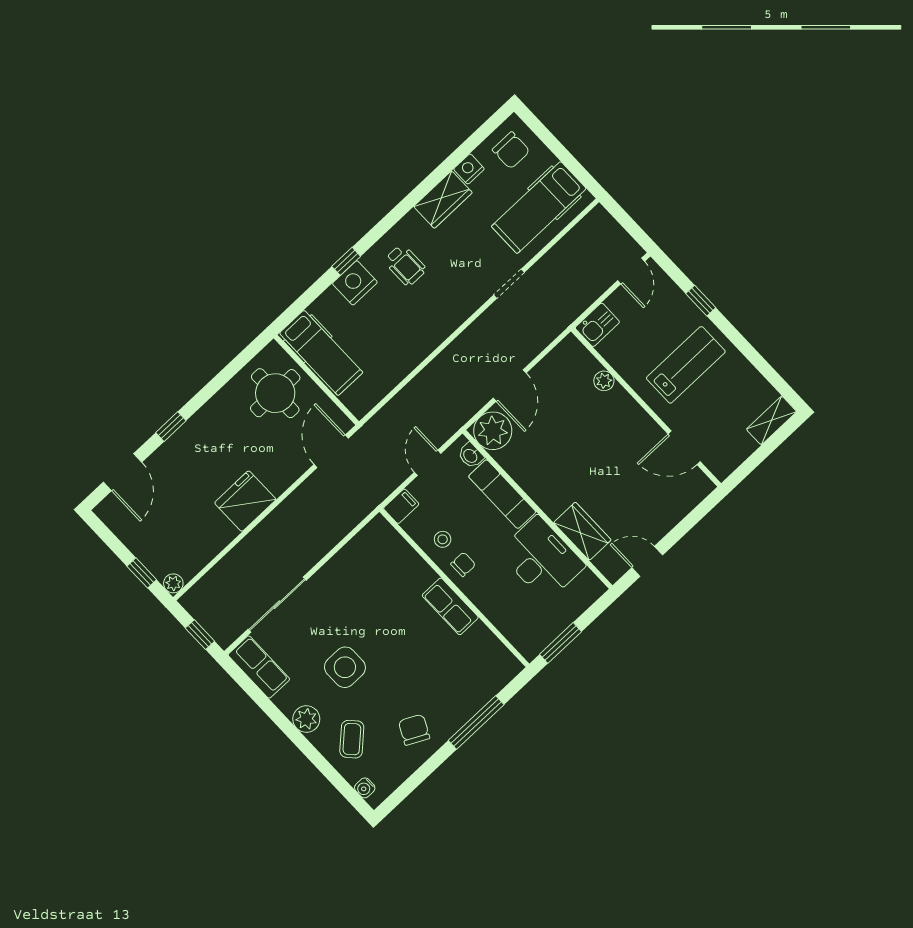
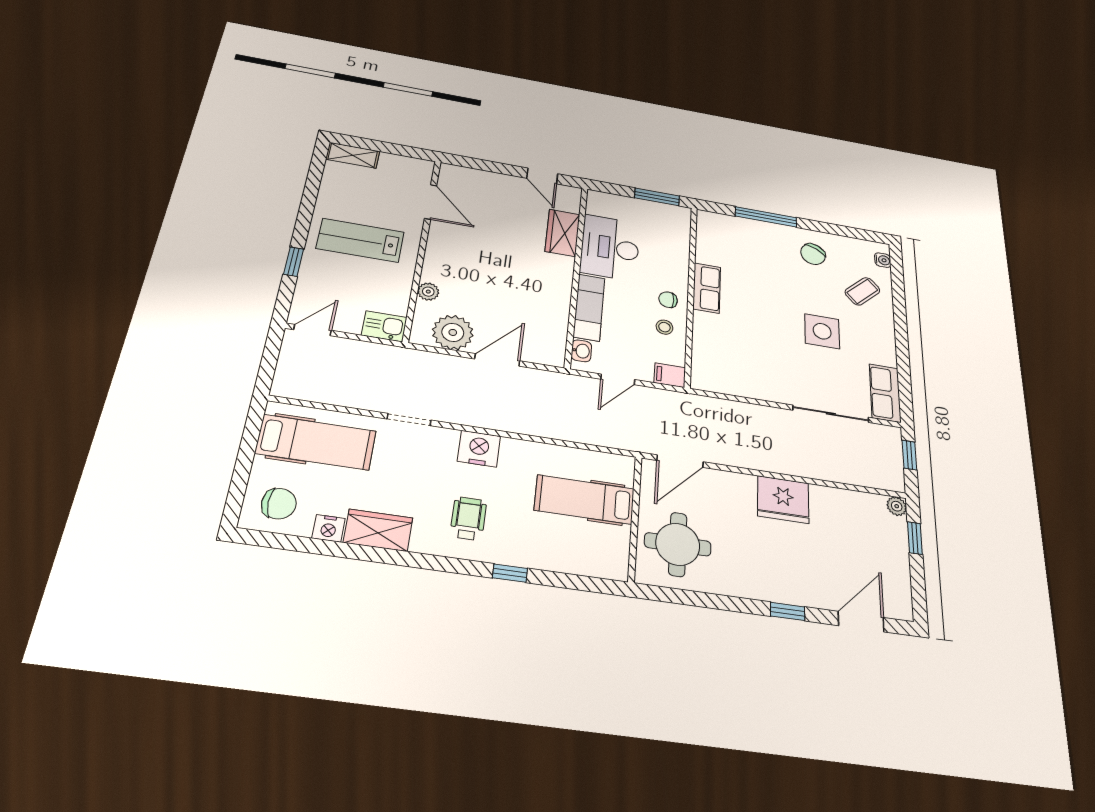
chair: (511, 150) -> (279, 504), turned 90
nightstand: (355, 283) -> (479, 449), moved, turned 180
hospital bed: (321, 353) -> (585, 499), moved, turned -90
plant: (493, 431) -> (453, 332), moved
plant: (306, 719) -> (883, 332), removed

